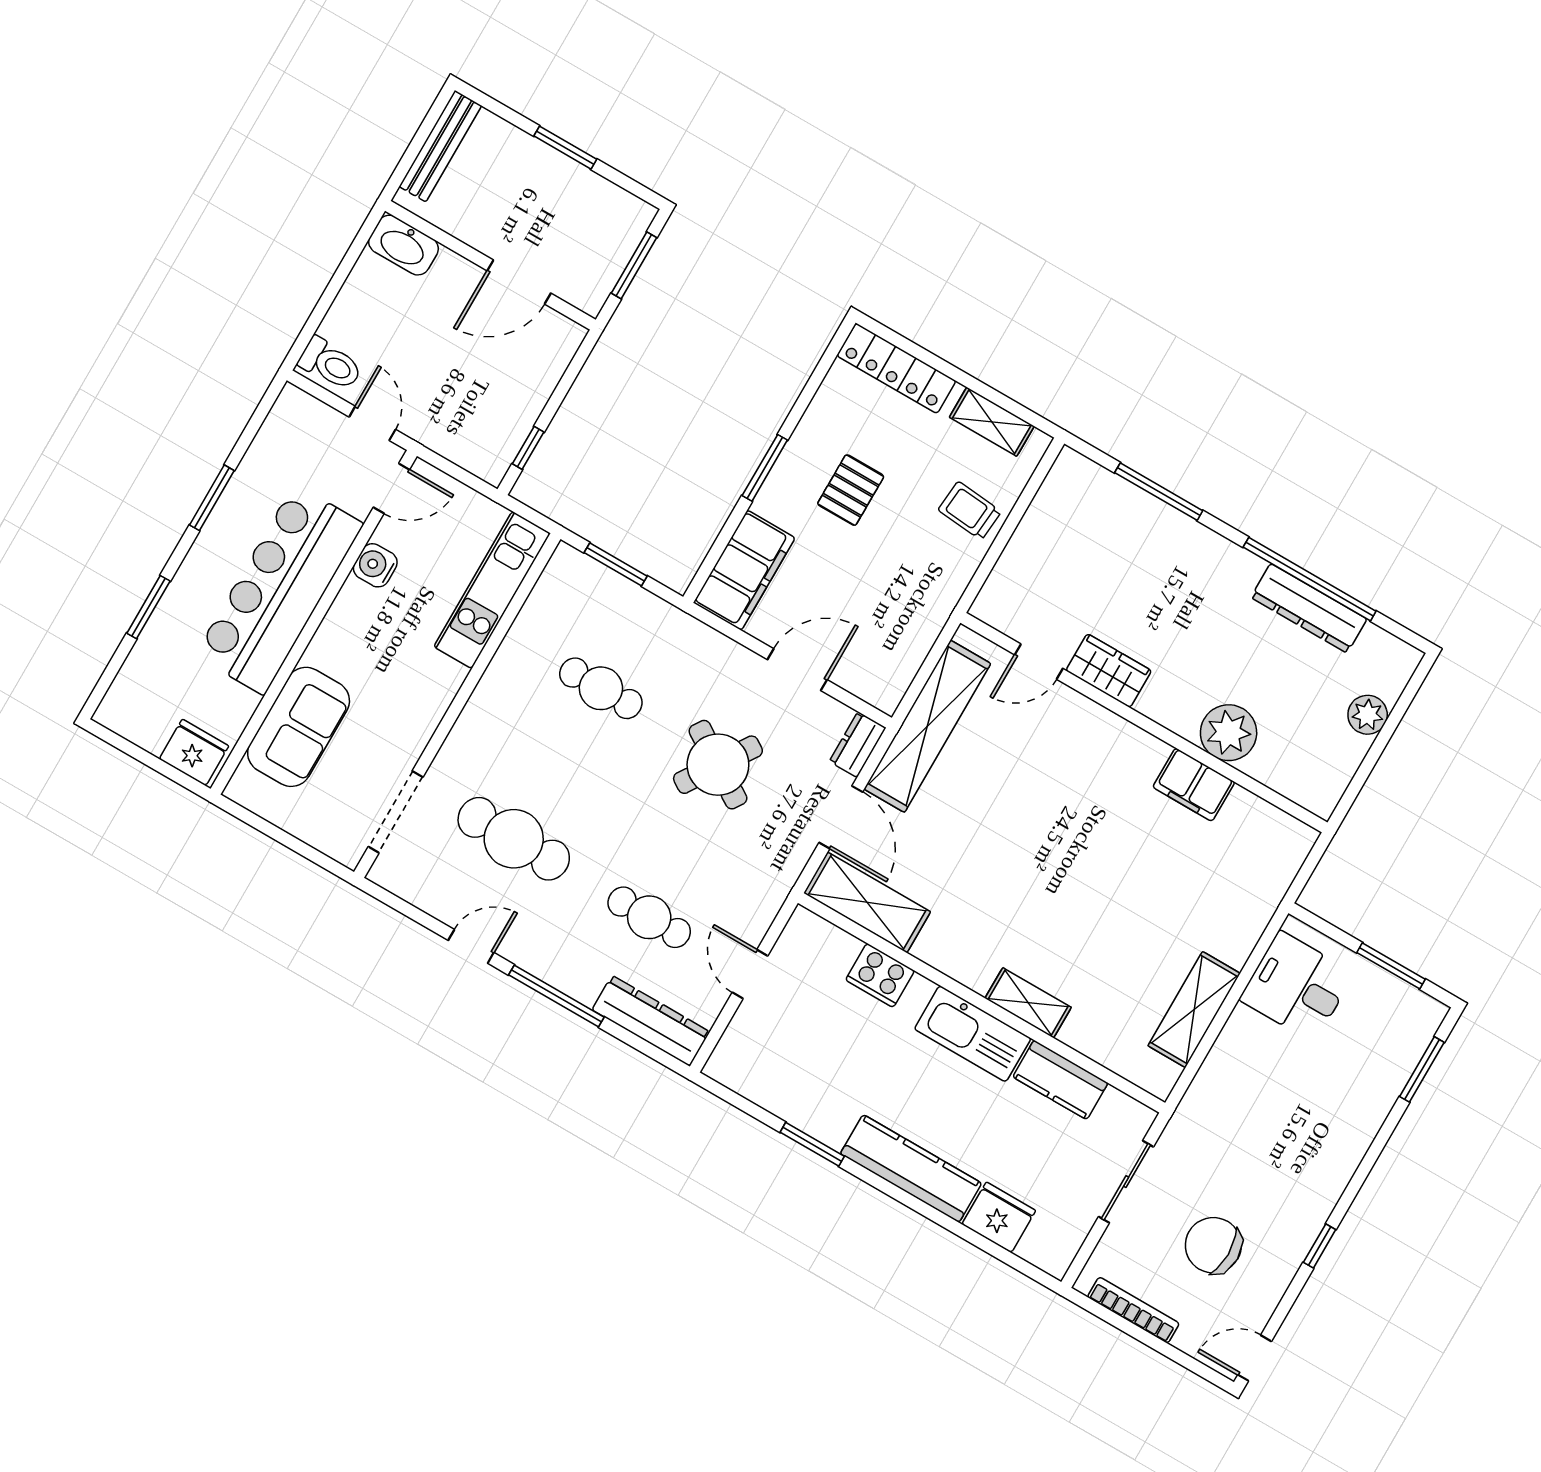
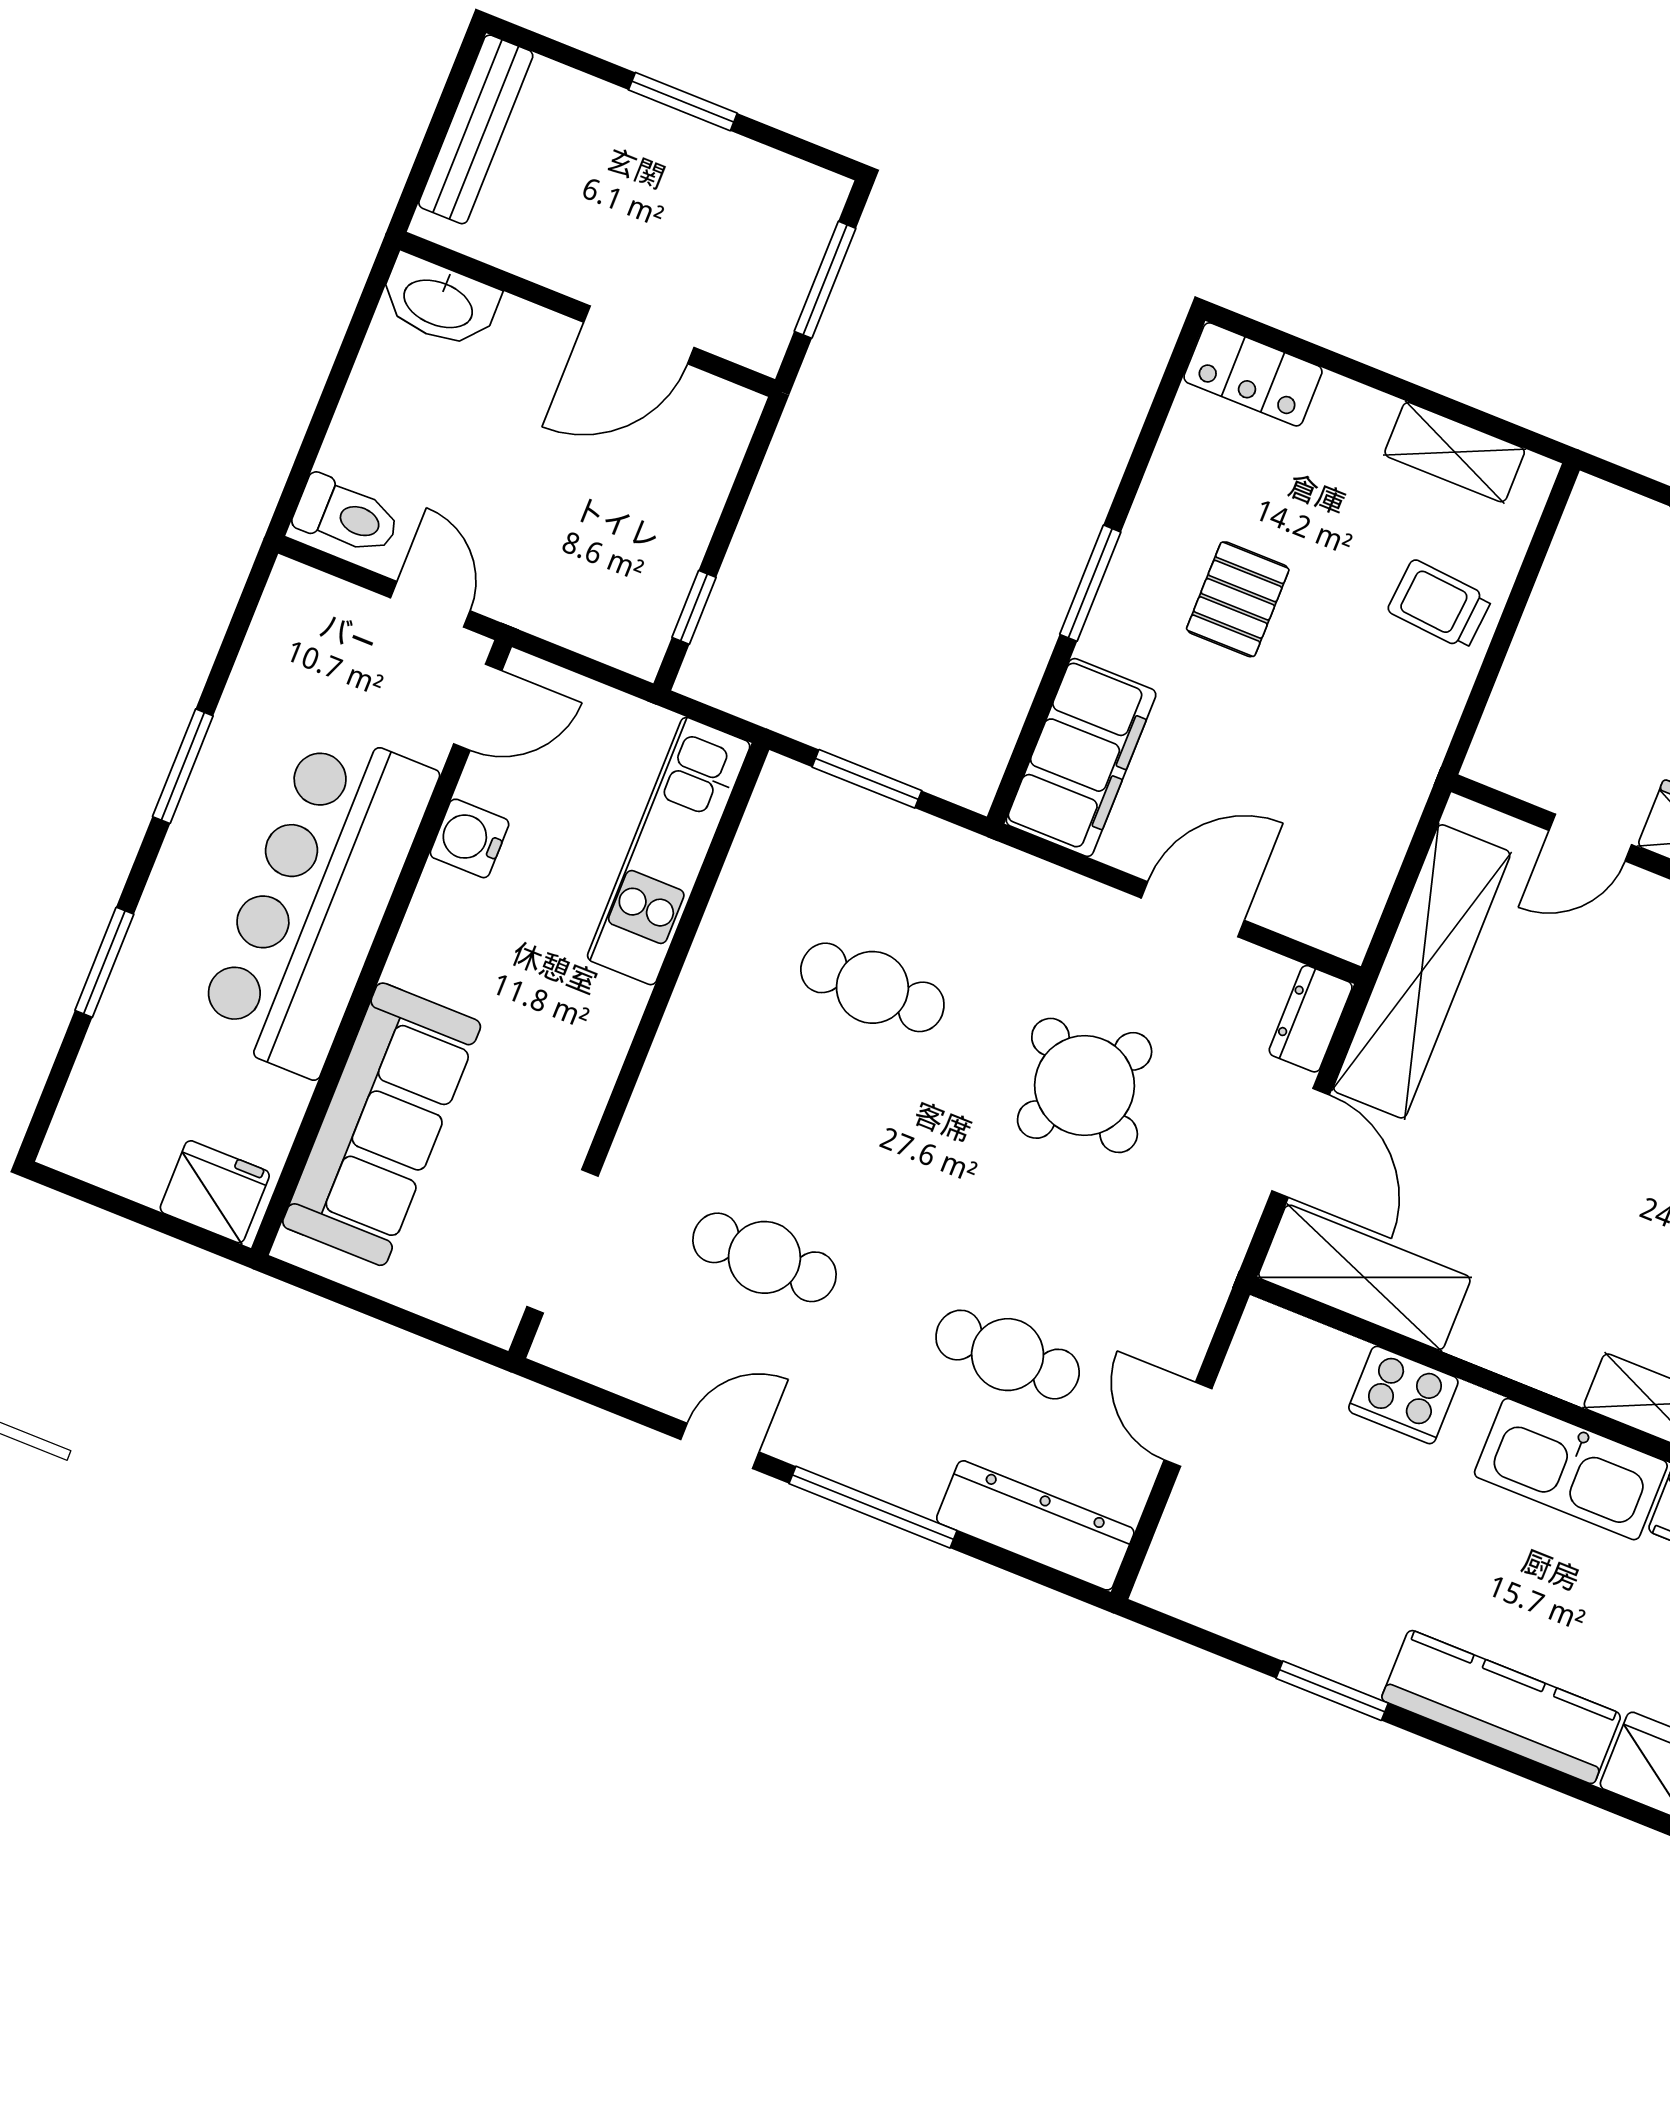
locker: (896, 368) -> (1253, 374), width x0.66
sofa: (299, 727) -> (382, 1124), width x1.36
cafe table: (514, 839) -> (764, 1257), width x0.73, depth x0.74

